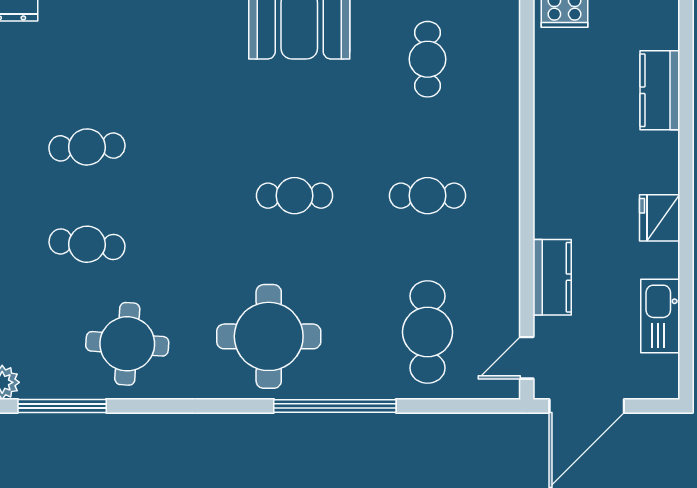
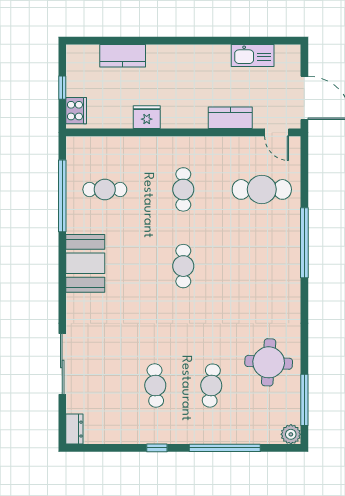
fridge: (660, 218) -> (147, 117), moved, turned 180
round table: (269, 336) -> (264, 281), removed

